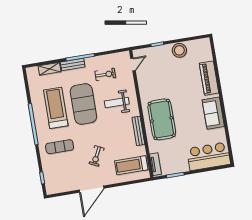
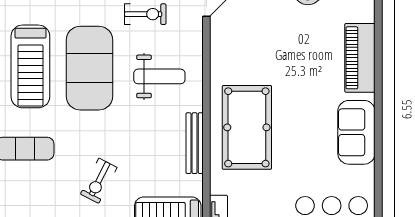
weight bench: (117, 102) -> (159, 76), turned 180
treadmill: (56, 108) -> (30, 66), turned 180

